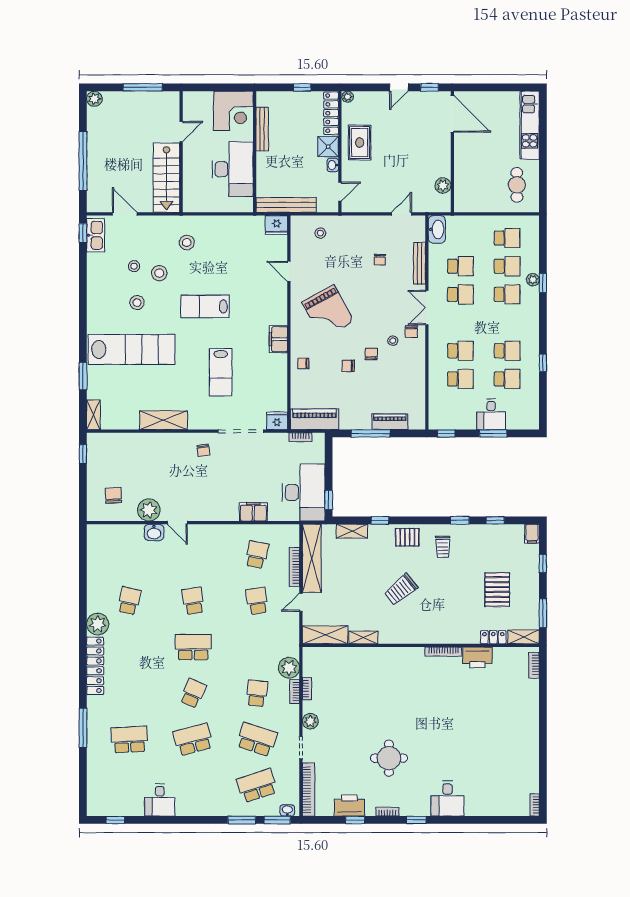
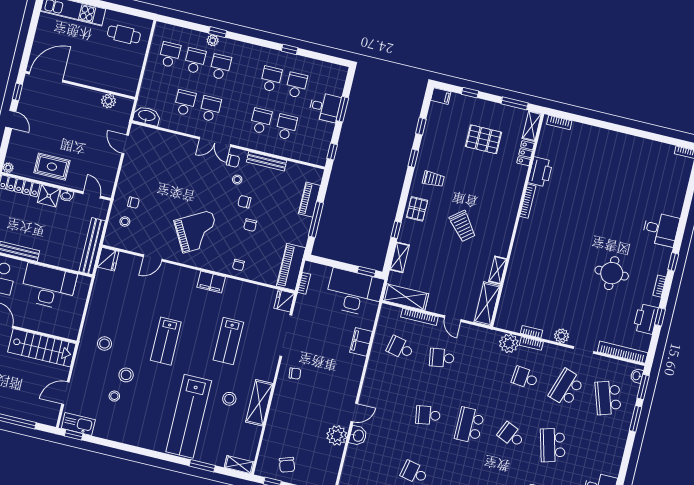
chair: (380, 260) -> (133, 203), moved
bench: (419, 263) -> (267, 161), moved
stool: (137, 303) -> (229, 399), moved
lab bench: (132, 349) -> (189, 416), turned 180
lab bench: (221, 372) -> (228, 341), turned 90
chair: (113, 495) -> (287, 465), moved, turned -106
shelving: (312, 558) -> (406, 297), width x0.68

